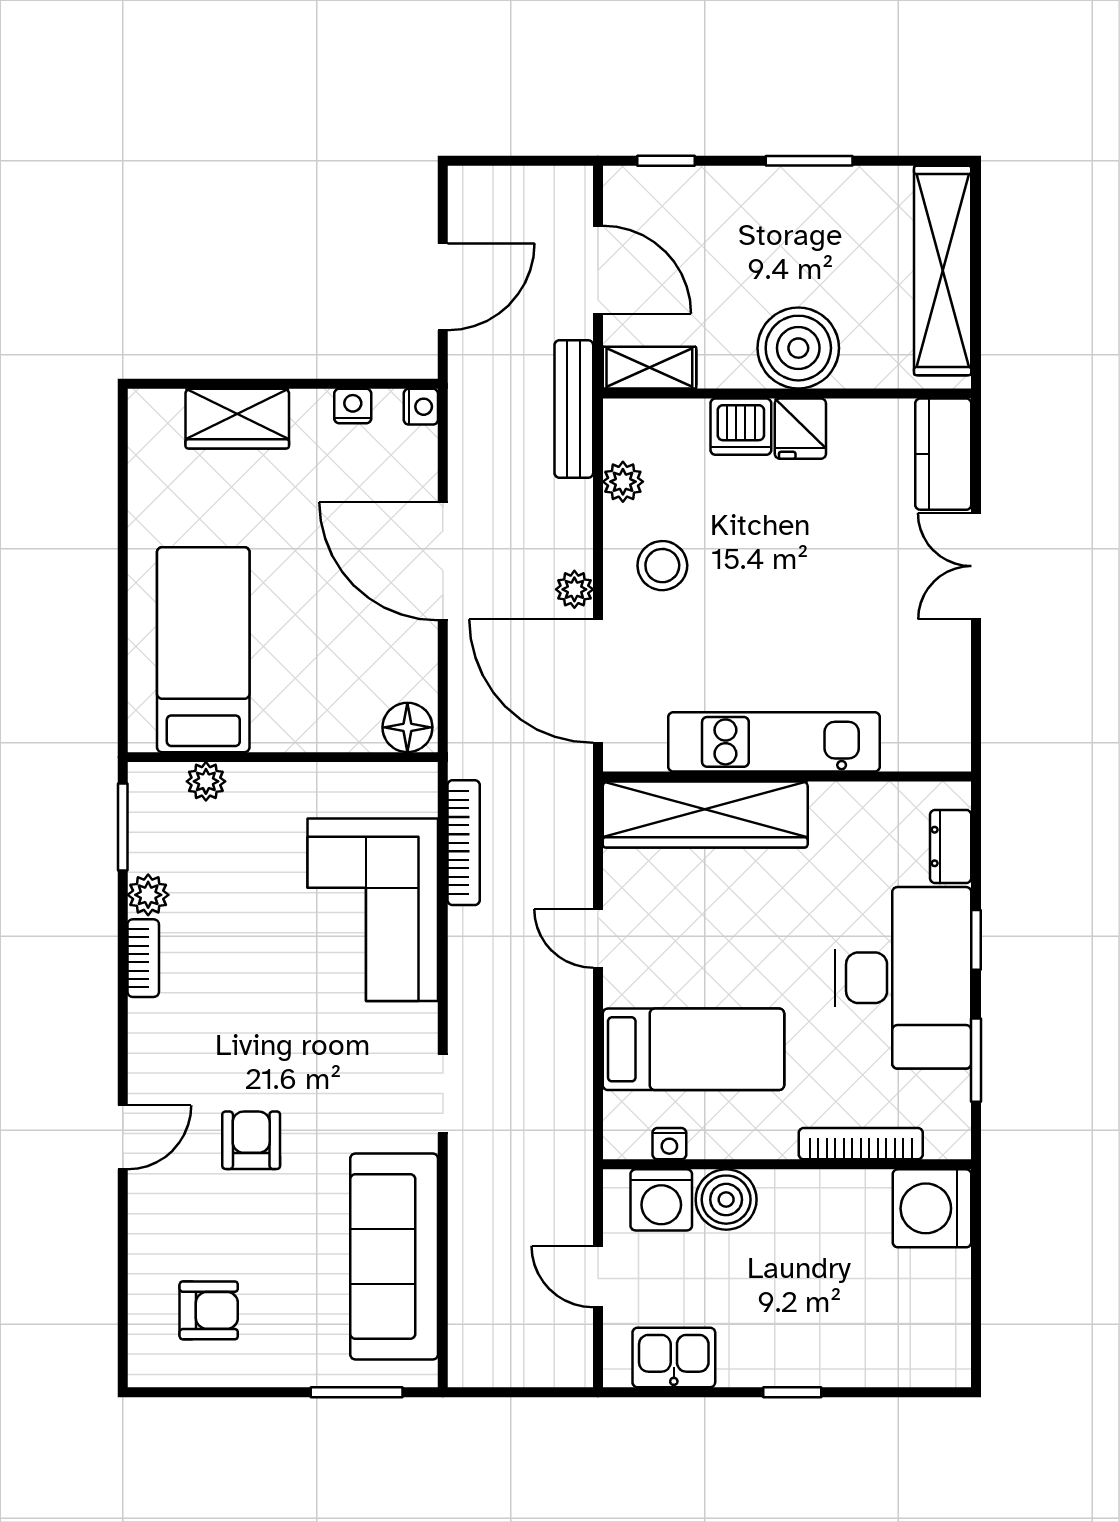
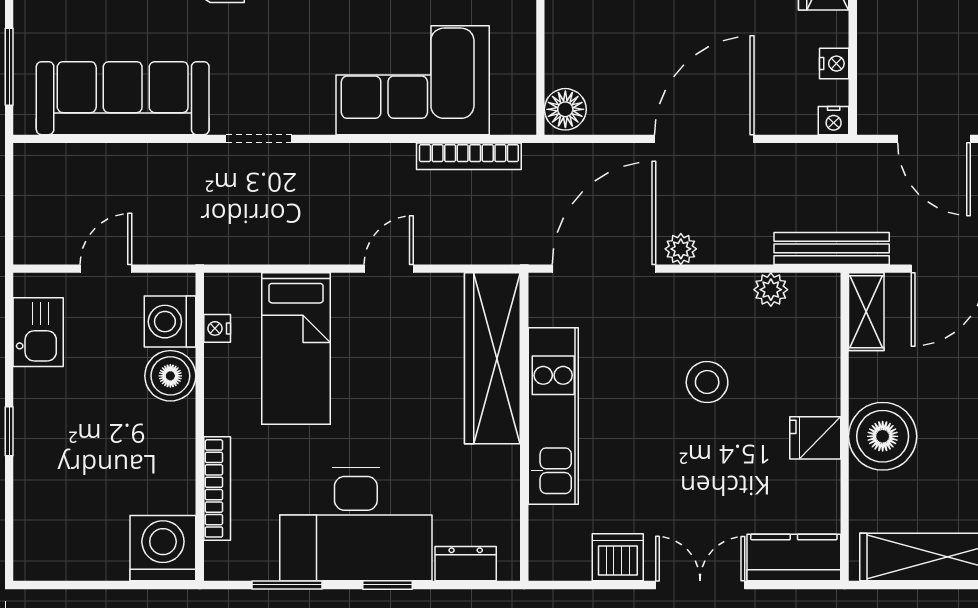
dishwasher: (741, 427) -> (618, 557), moved, turned 90
stool: (662, 566) -> (707, 382), moved

